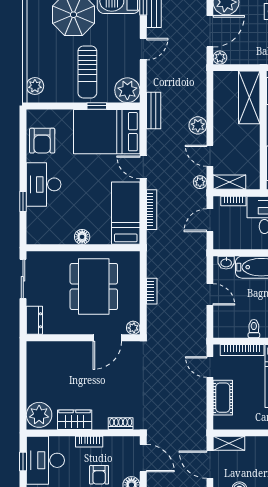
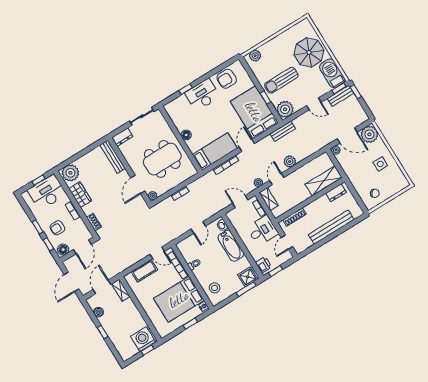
door: (107, 338) -> (138, 184), hinge flipped
bench: (52, 348) -> (113, 157), added
door: (210, 367) -> (157, 253), swing flipped

